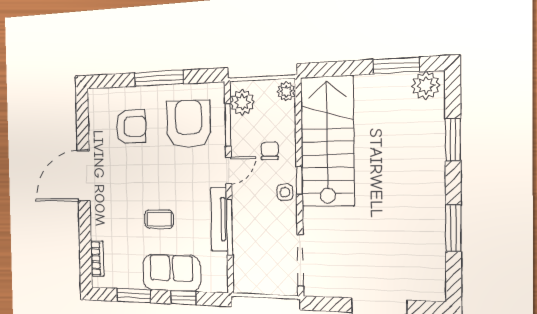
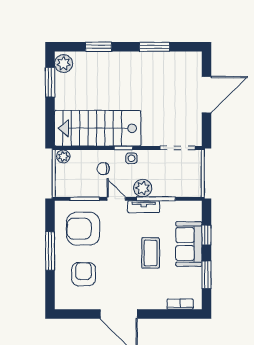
plant: (242, 102) -> (143, 188), moved
coffee table: (159, 219) -> (151, 253), width x1.36, depth x1.30
tv unit: (219, 219) -> (144, 207), width x0.71

